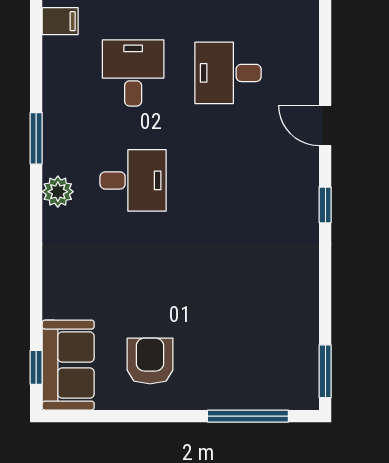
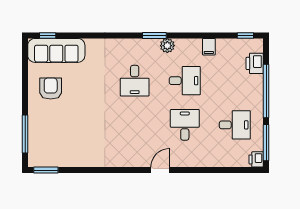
plant: (58, 192) -> (167, 46), moved
window: (325, 205) -> (123, 170), removed
armchair: (150, 361) -> (51, 89), turned -90
sofa: (68, 365) -> (56, 50), width x1.36

